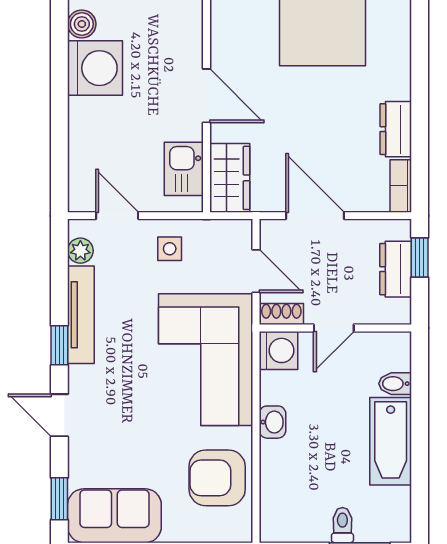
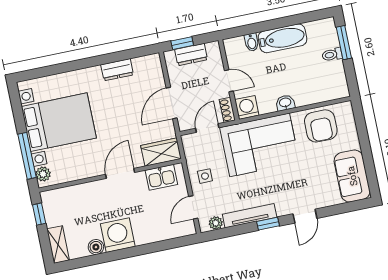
bookcase: (401, 186) -> (147, 61), removed
window: (59, 499) -> (349, 207), removed

